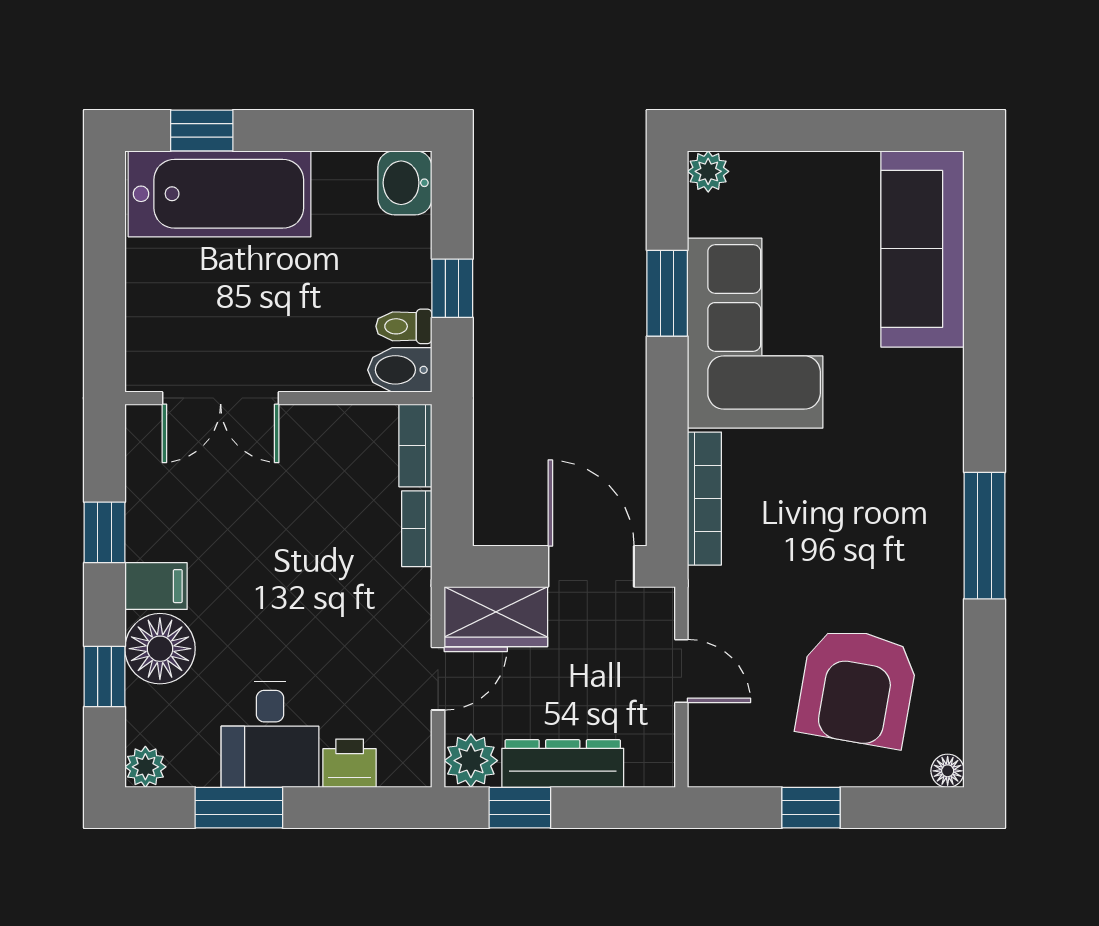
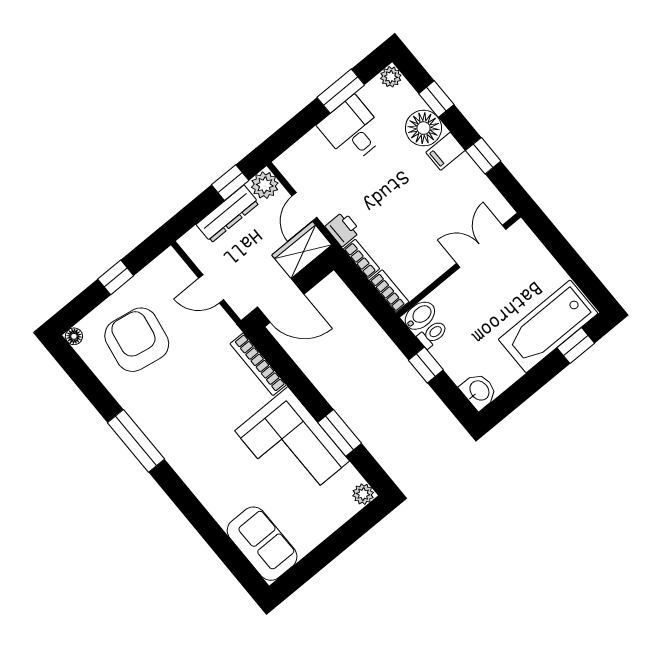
sofa: (922, 249) -> (262, 544), width x0.73
printer: (350, 763) -> (343, 229), moved, turned -90

